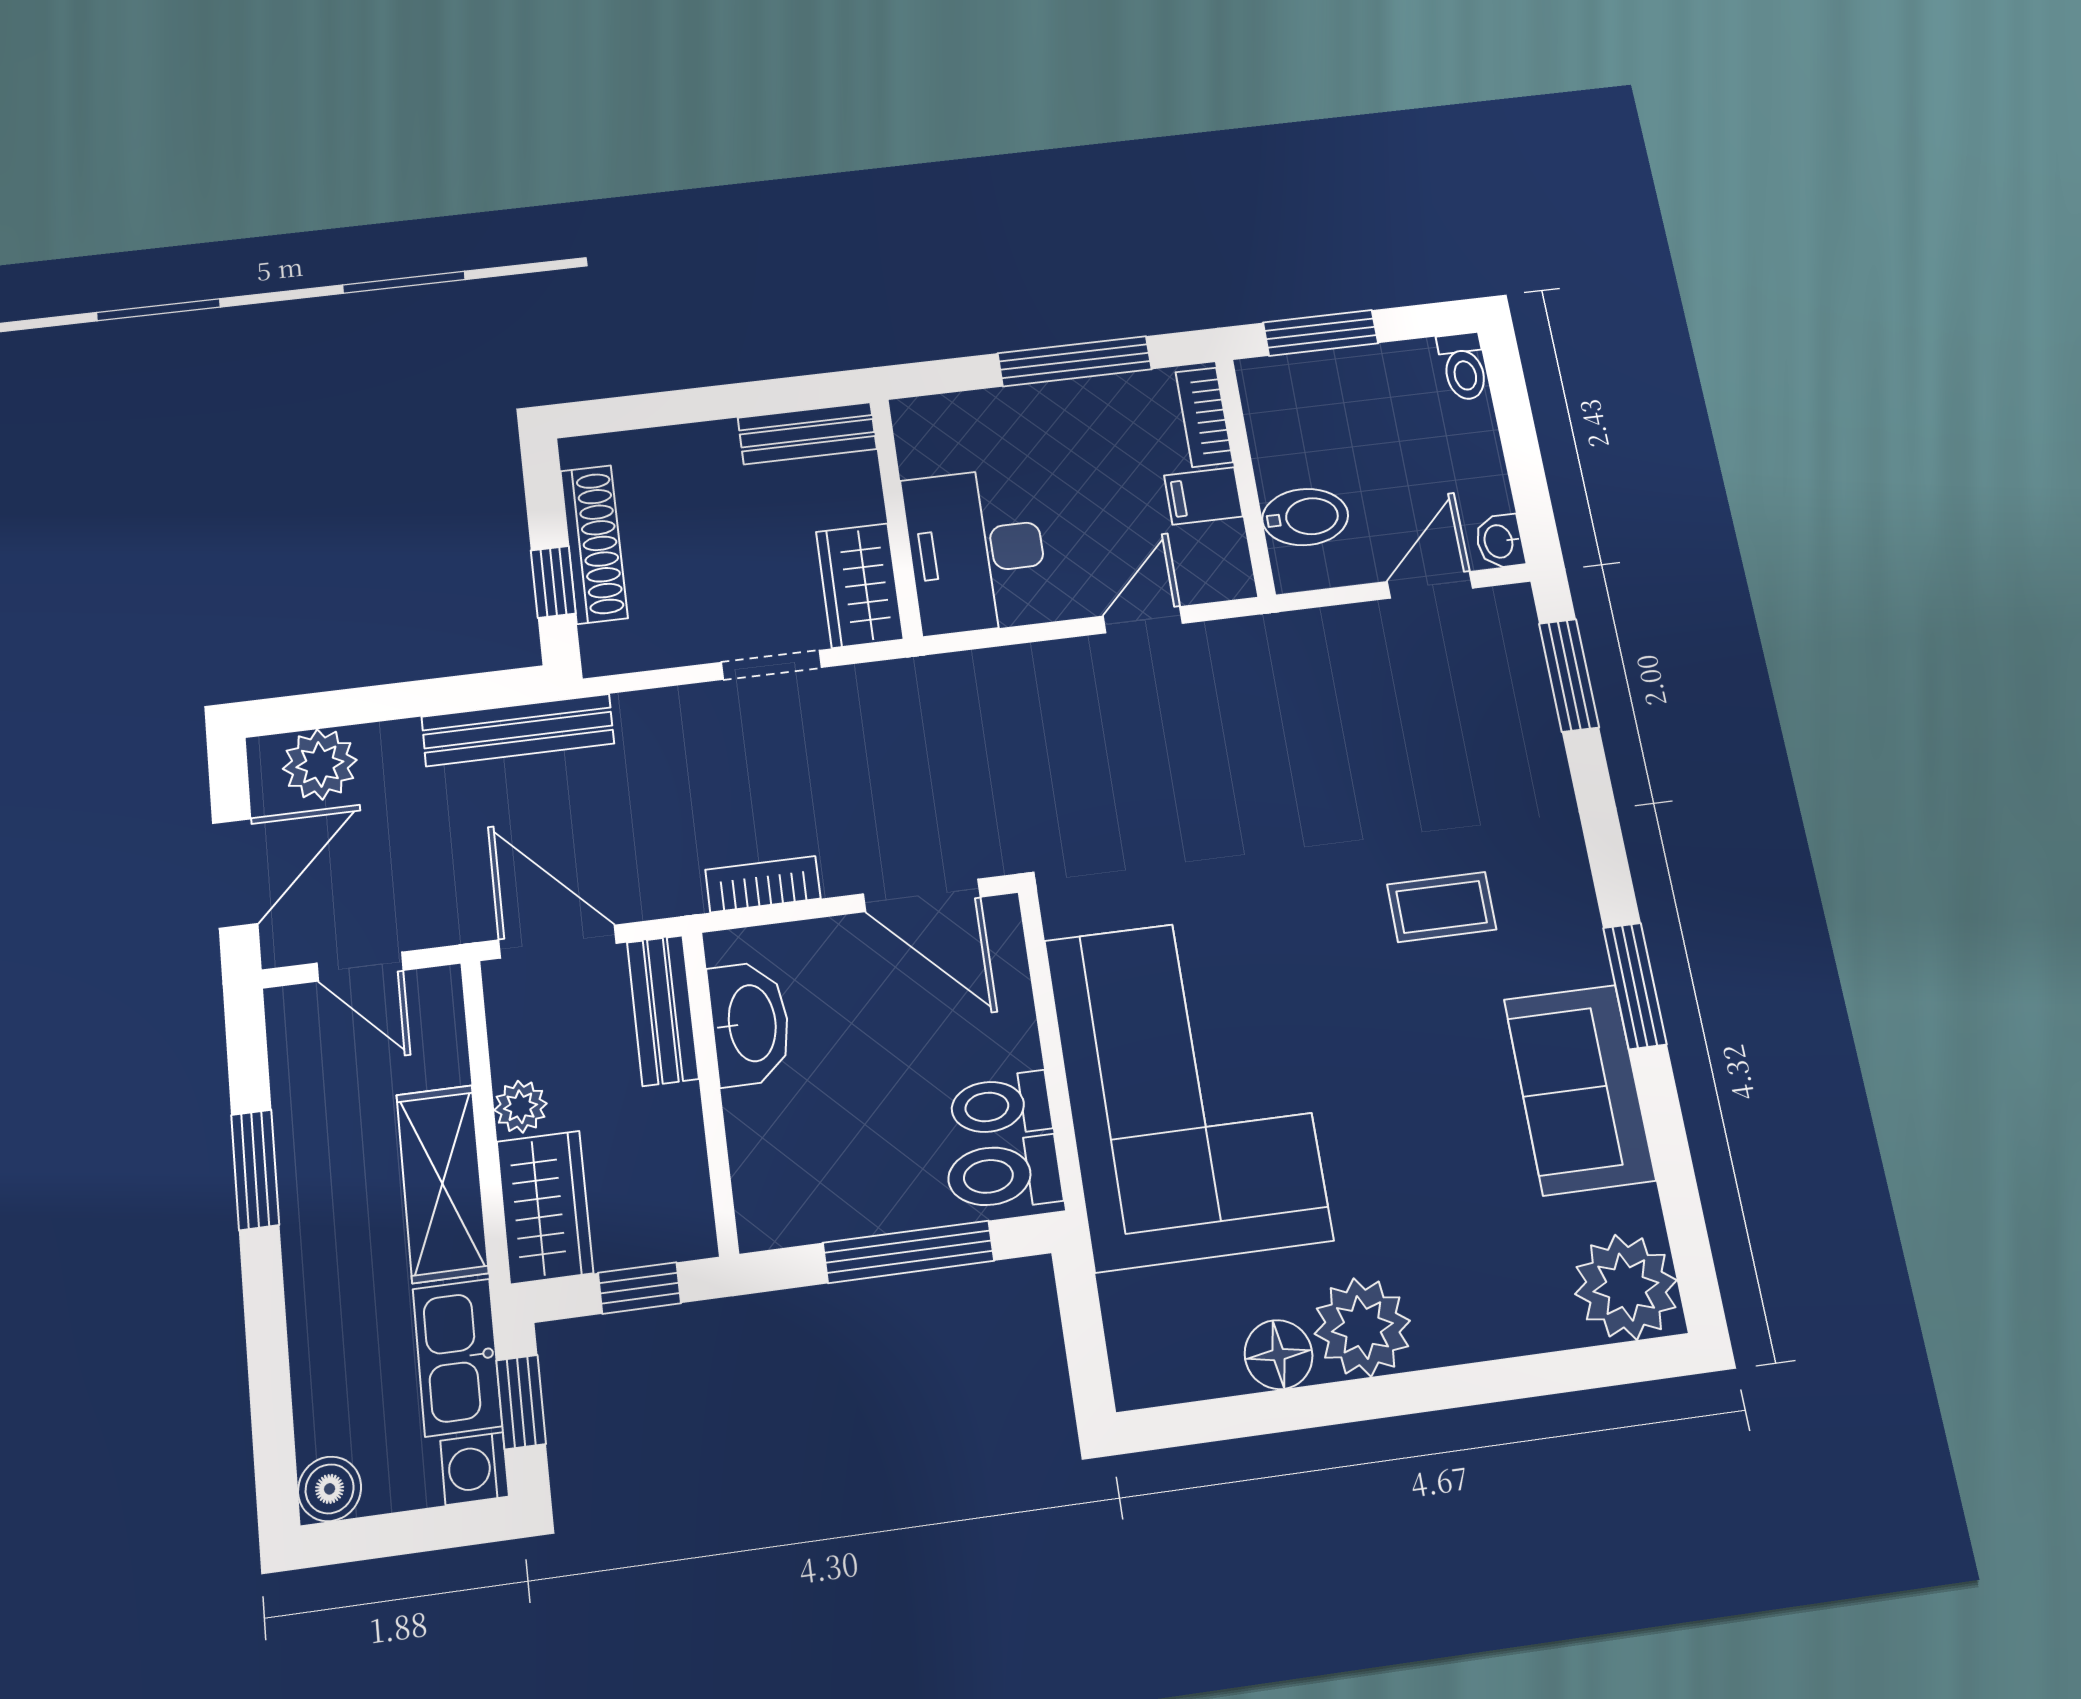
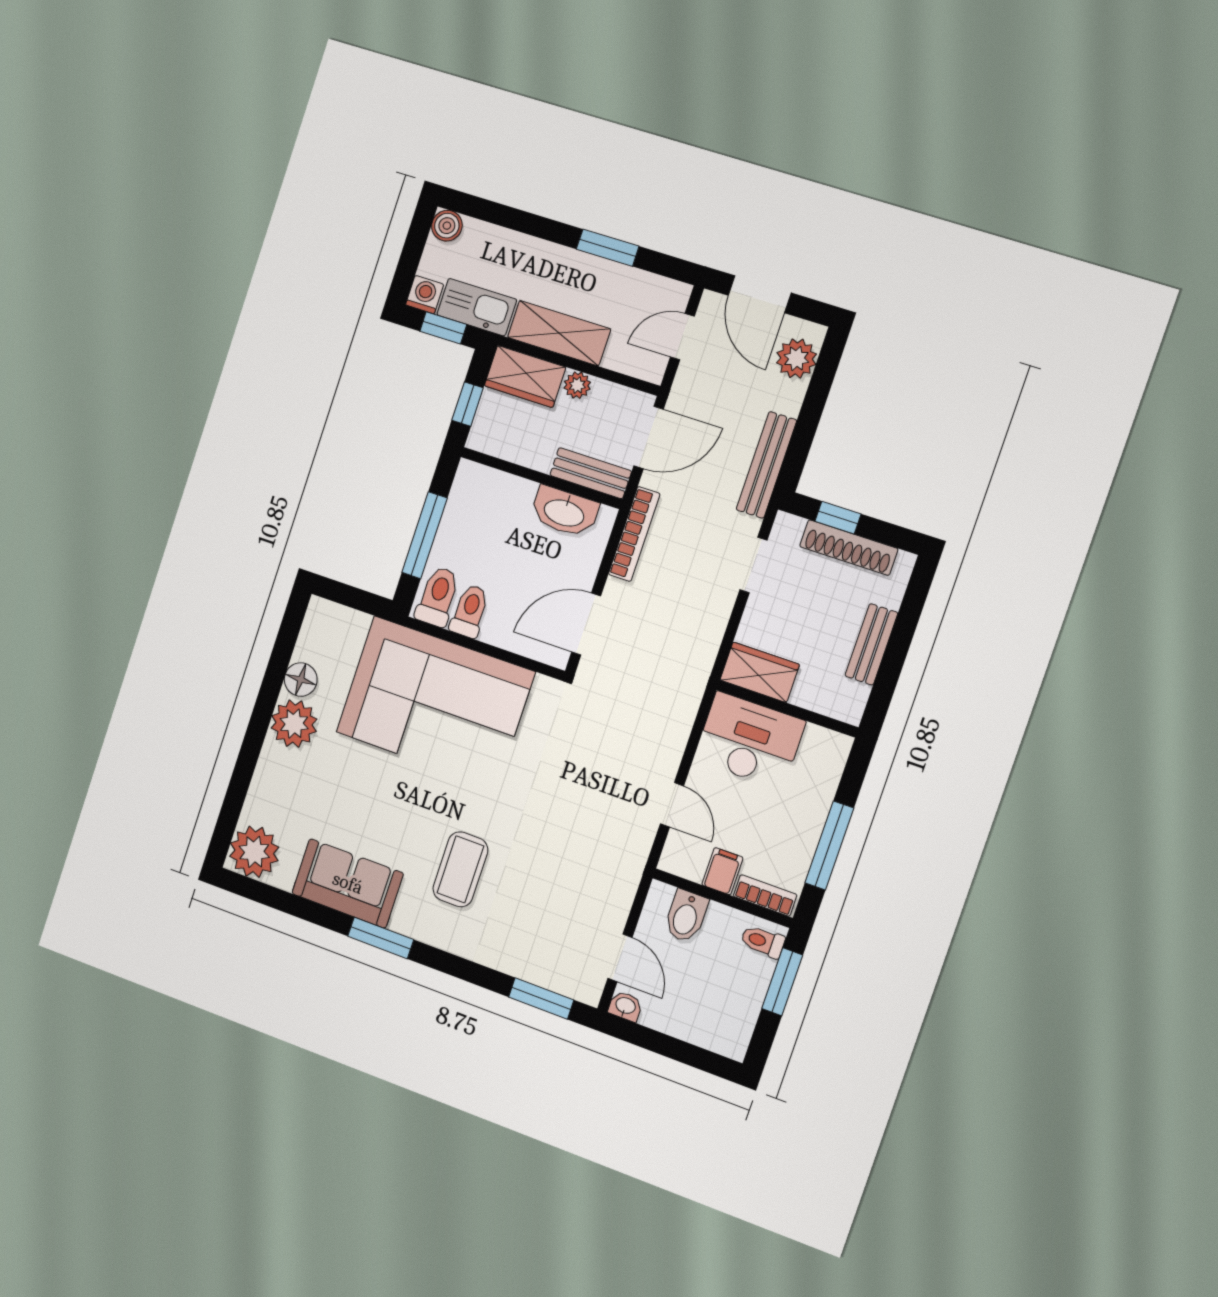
toilet: (1463, 366) -> (763, 941), moved
bench: (807, 433) -> (871, 644), moved
doorway: (771, 665) -> (753, 565), moved
bookcase: (763, 884) -> (634, 534), width x1.56
coffee table: (1442, 907) -> (460, 869), width x1.36, depth x1.30

